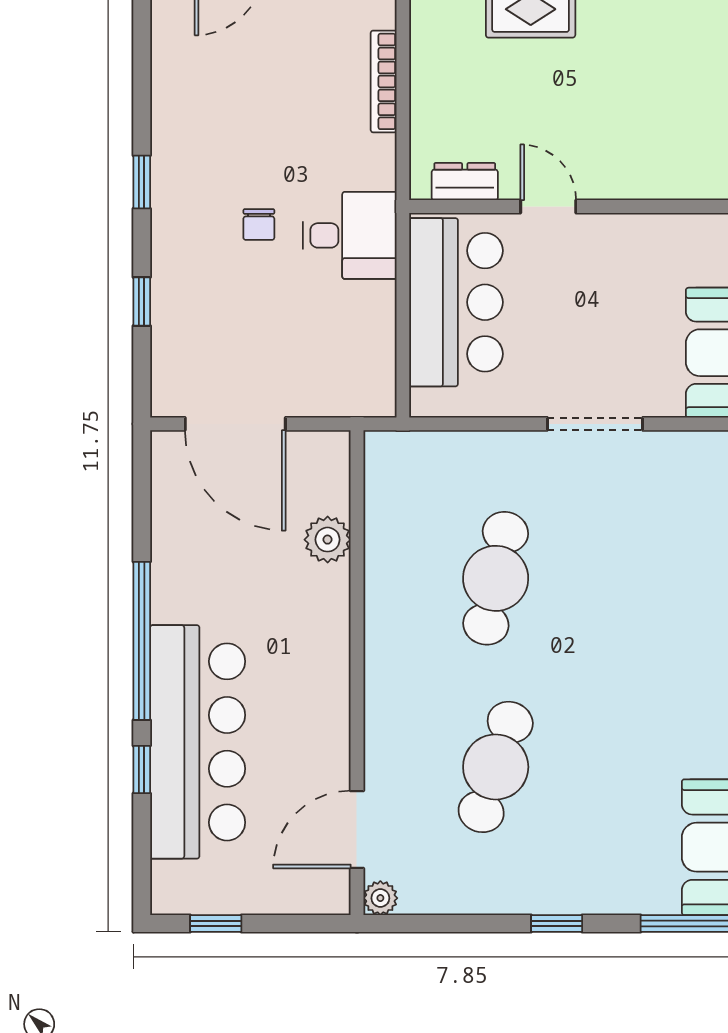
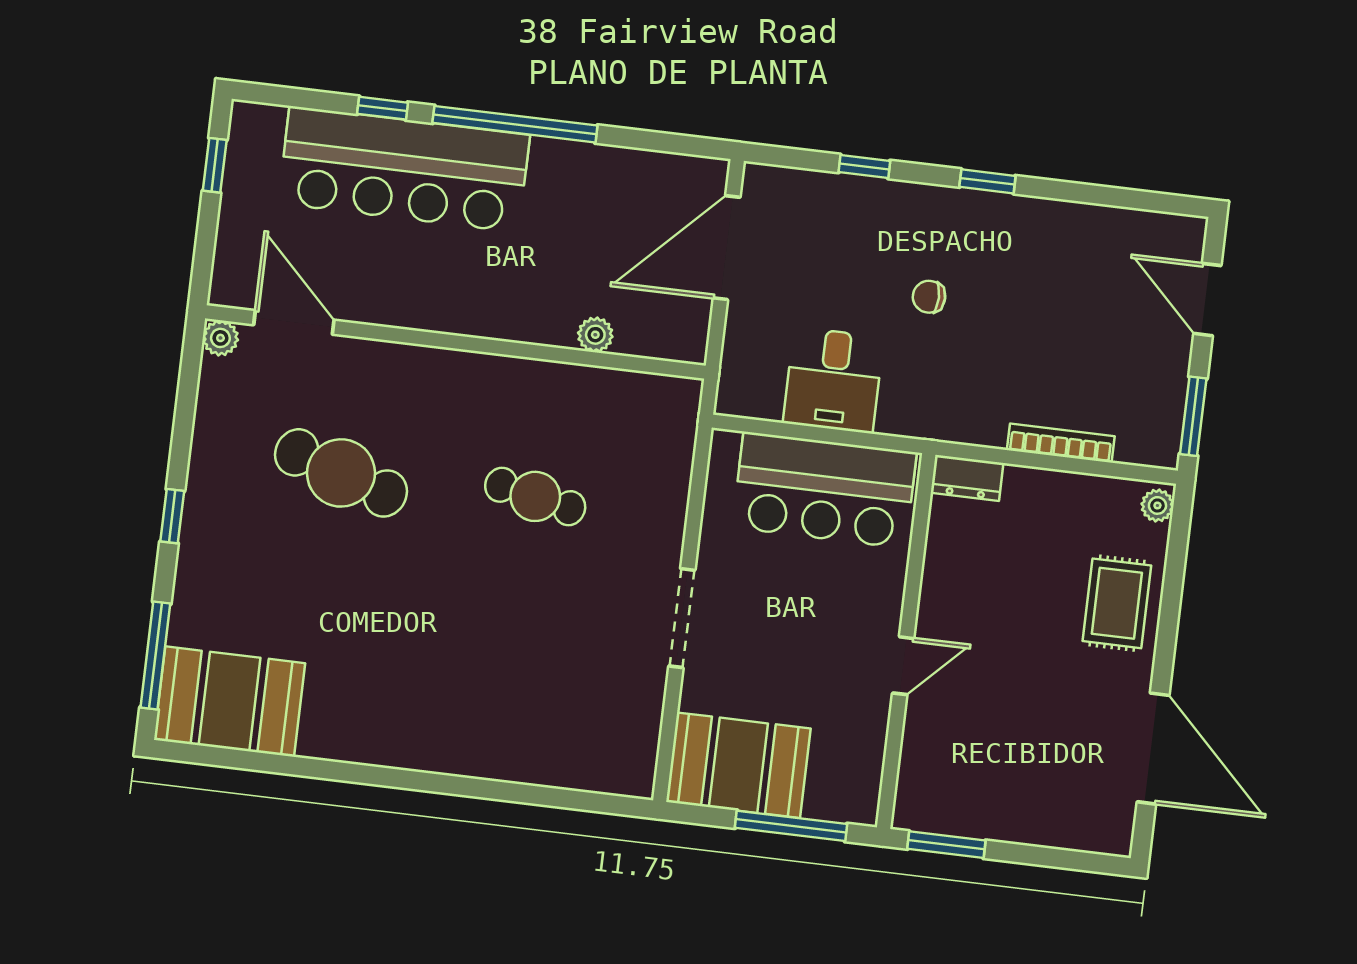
dresser: (465, 182) -> (967, 478), moved, turned 90
door: (548, 206) -> (903, 666), moved
desk: (350, 235) -> (833, 380), moved
plant: (328, 540) -> (595, 335), width x0.73, depth x0.73
cafe table: (496, 578) -> (535, 496), width x0.73, depth x0.74

